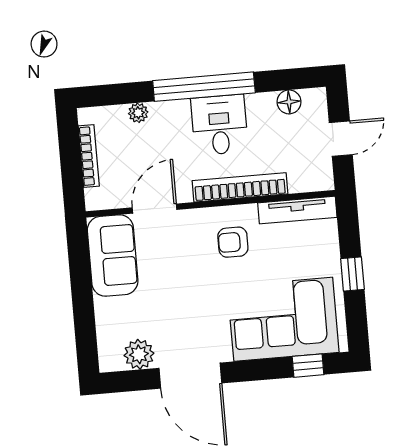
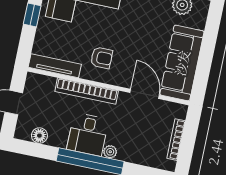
plant: (138, 113) -> (110, 152), moved
door: (154, 209) -> (145, 94), swing flipped
sofa: (113, 256) -> (182, 63), width x1.36

